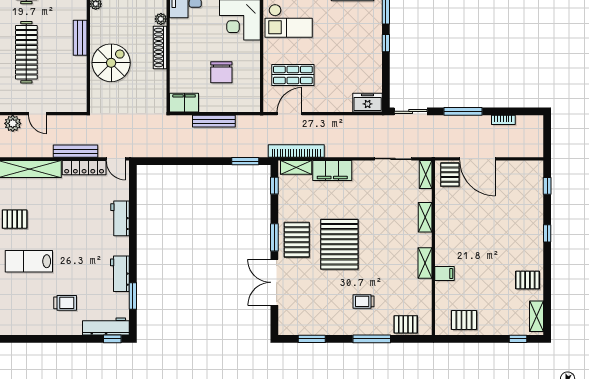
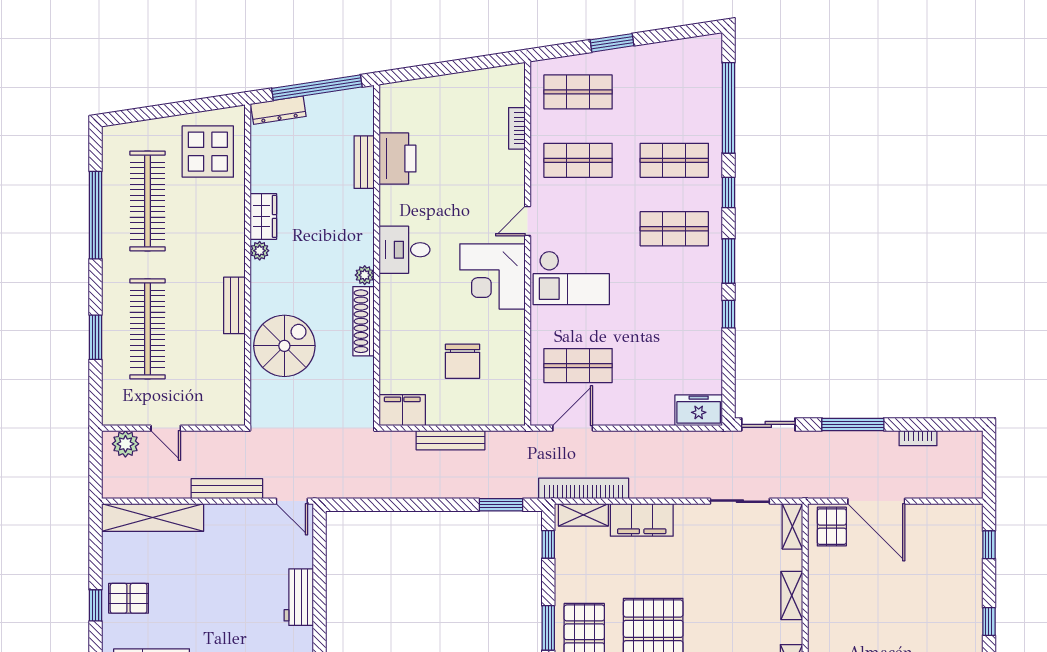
locker: (84, 168) -> (241, 515), removed

